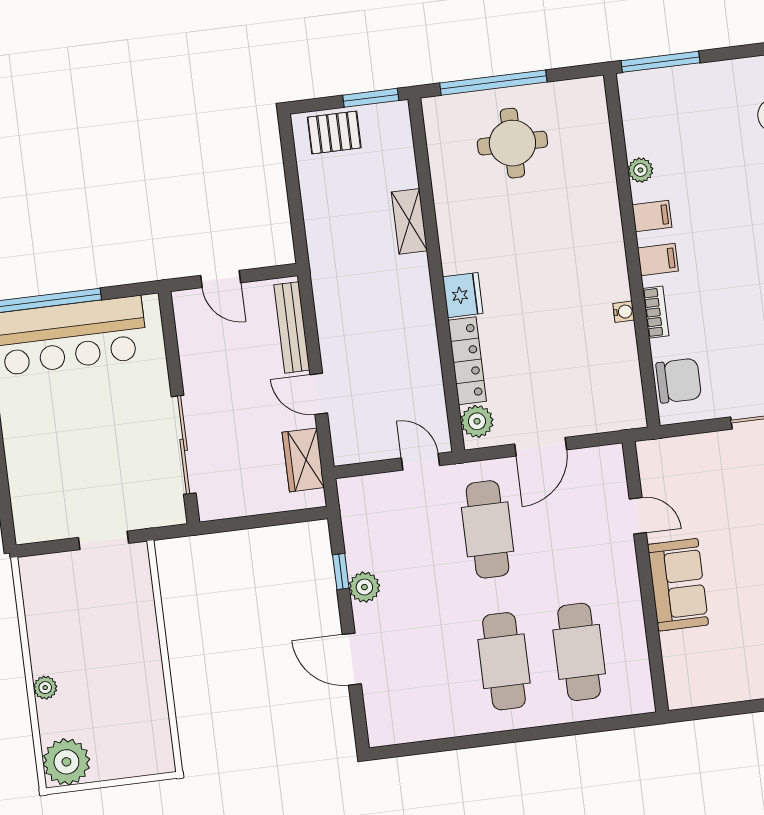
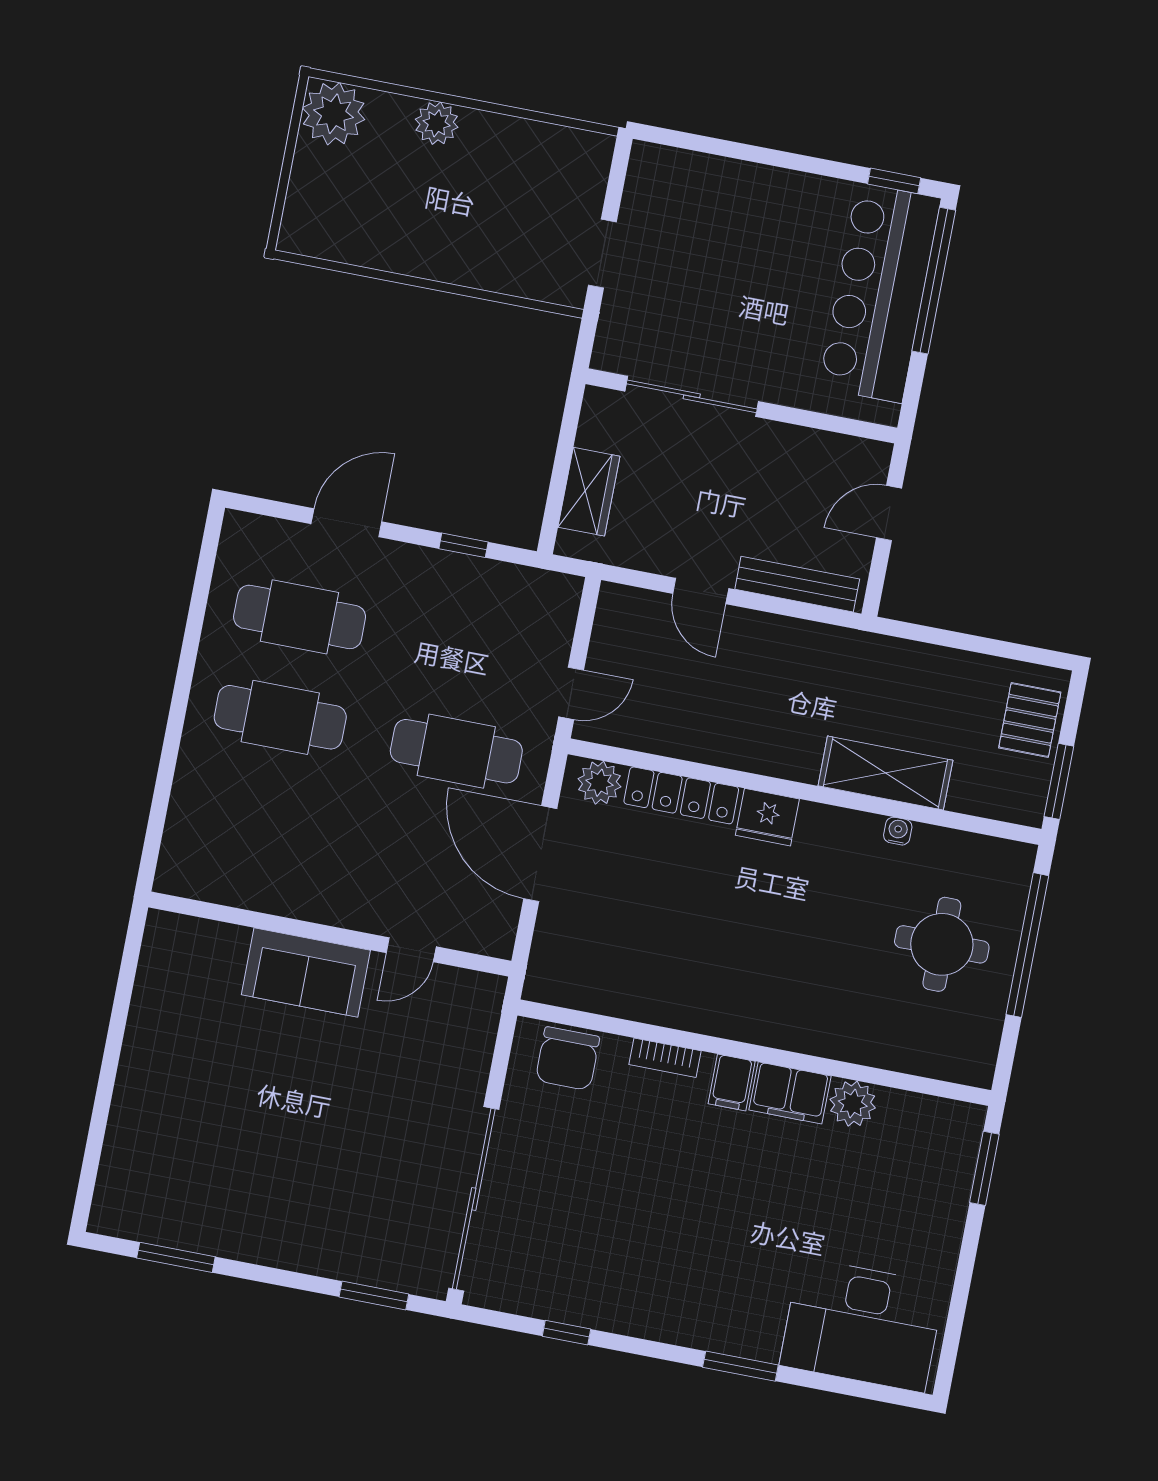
window: (661, 62) -> (984, 1168), width x0.69
plant: (640, 170) -> (853, 1104), width x1.38, depth x1.38
filing cabinet: (652, 216) -> (790, 1093), width x2.00
shelving: (409, 221) -> (885, 773), width x1.50, depth x1.33
water cooler: (624, 312) -> (898, 831), moved, turned 180
door: (319, 394) -> (701, 591), swing flipped
door: (541, 447) -> (540, 854), width x1.36
wardrobe: (303, 460) -> (589, 492), moved, turned 90
plant: (364, 587) -> (434, 569), removed
cafe table: (579, 652) -> (300, 617), moved
plant: (45, 688) -> (437, 123), width x1.38, depth x1.38

